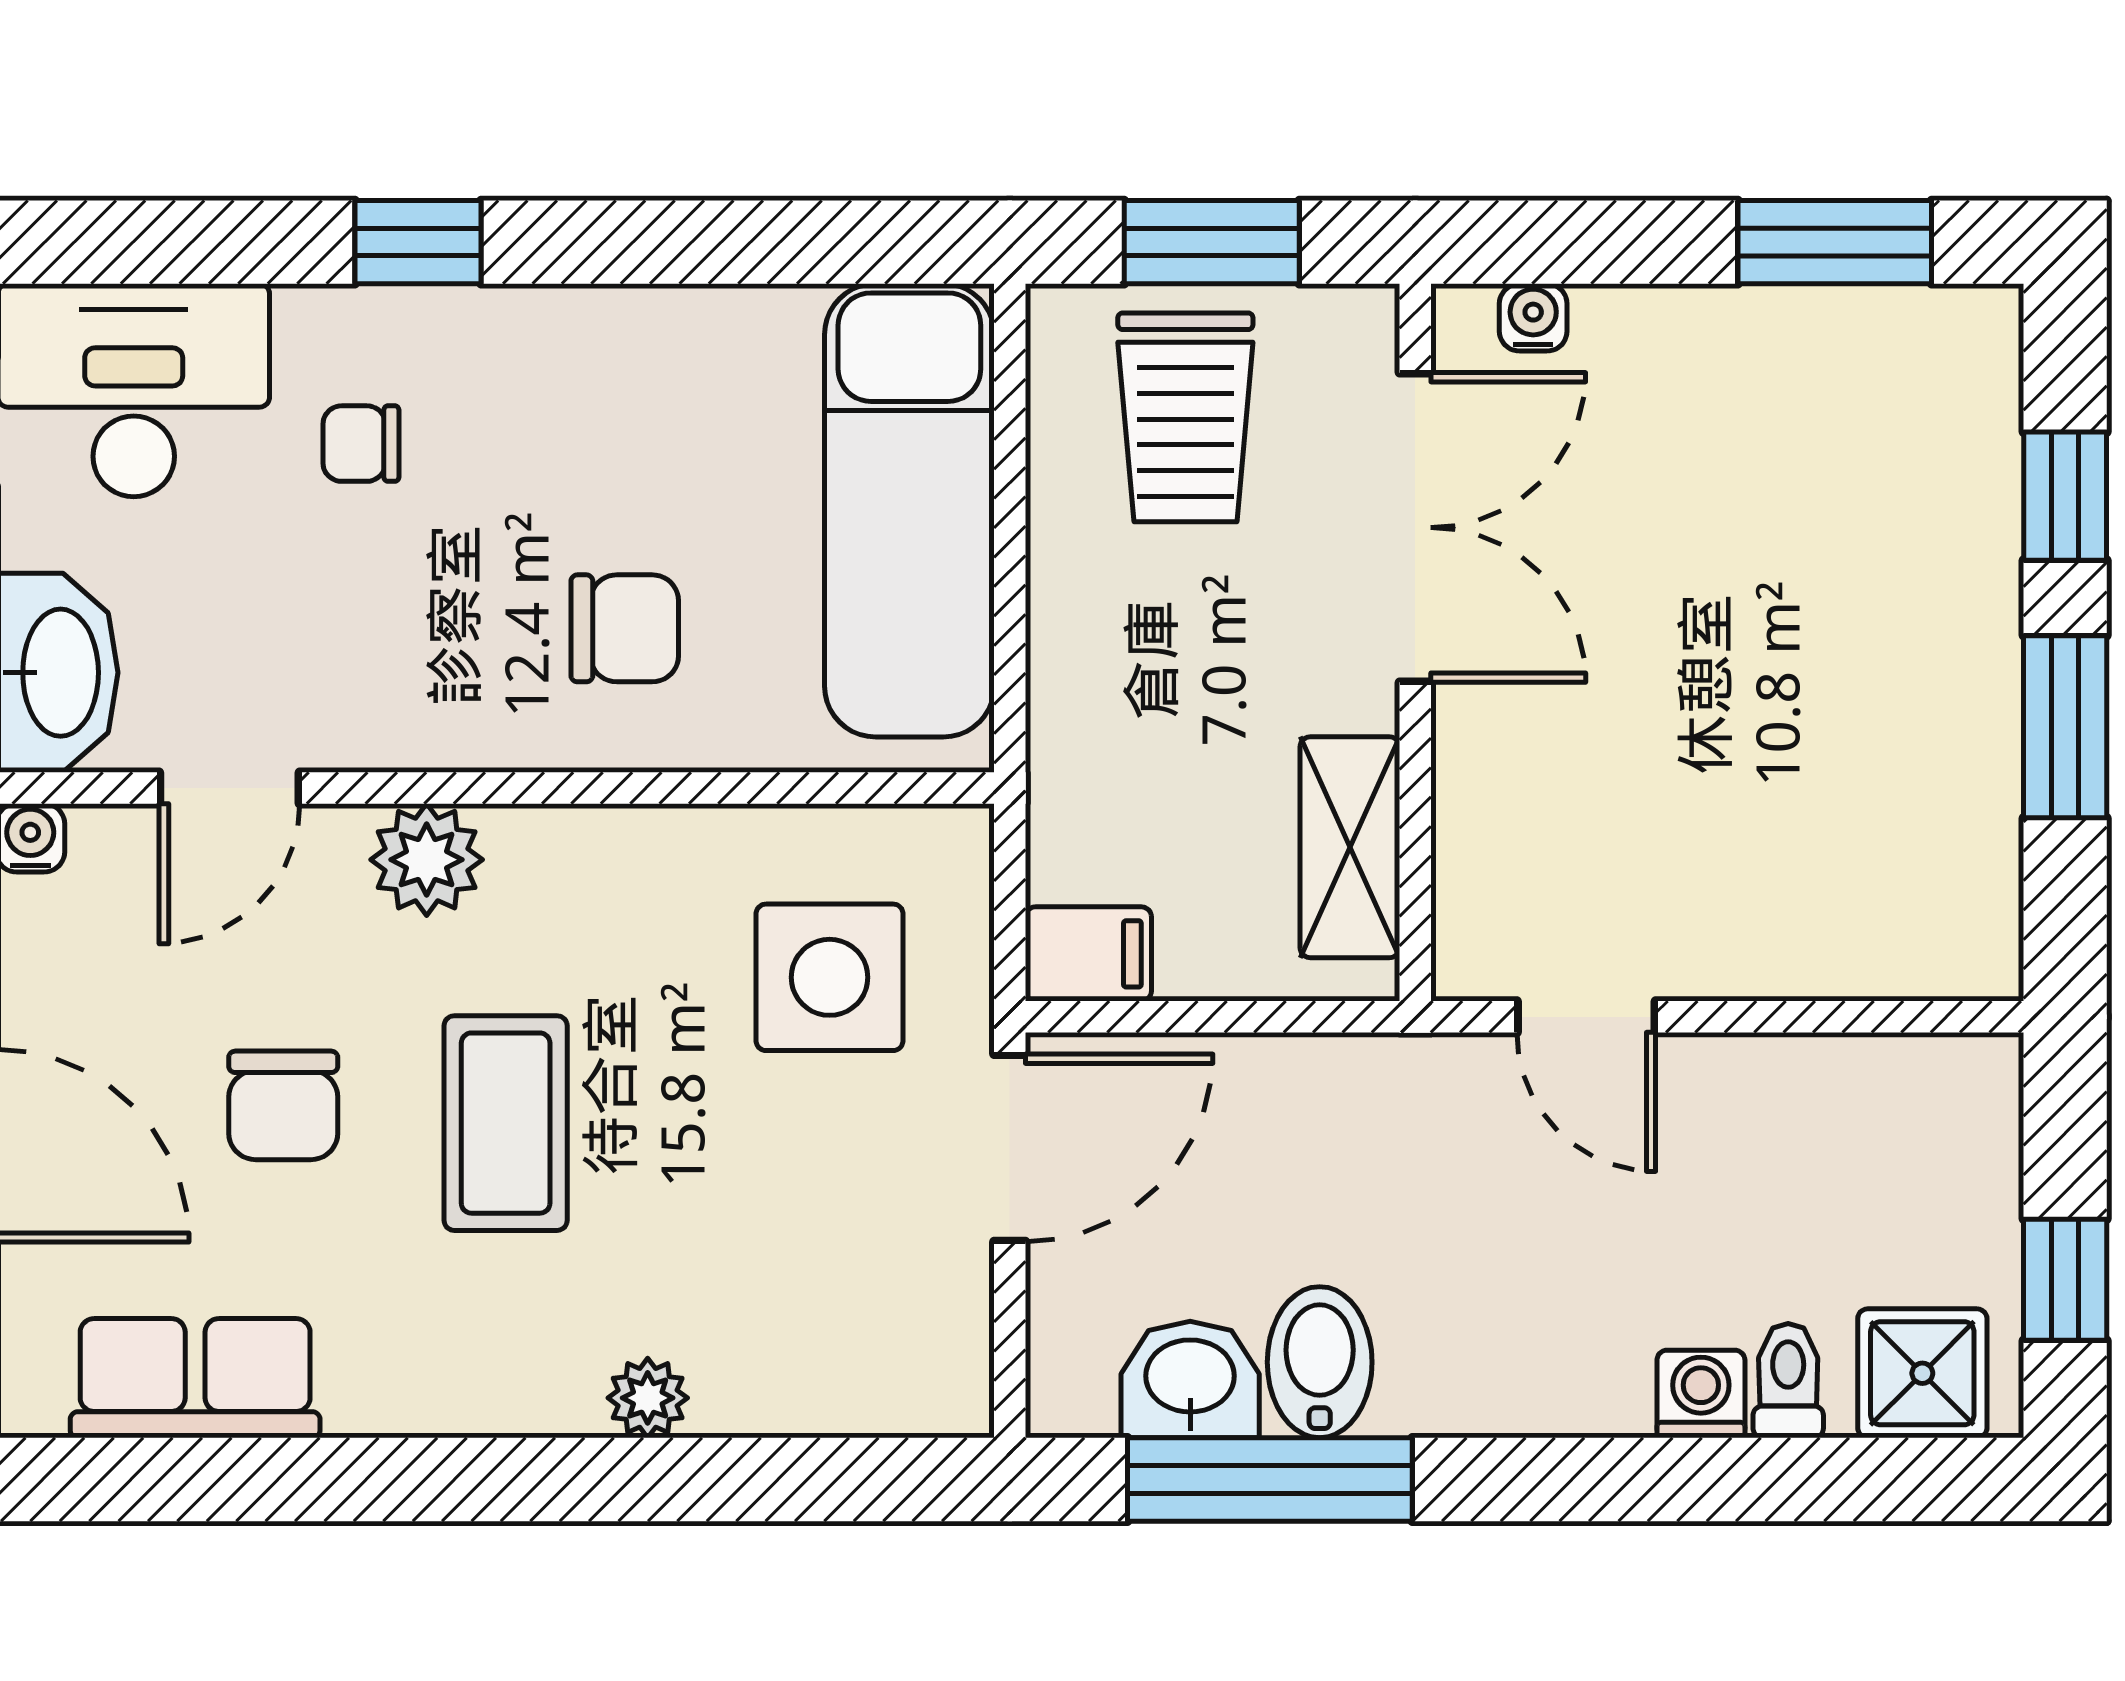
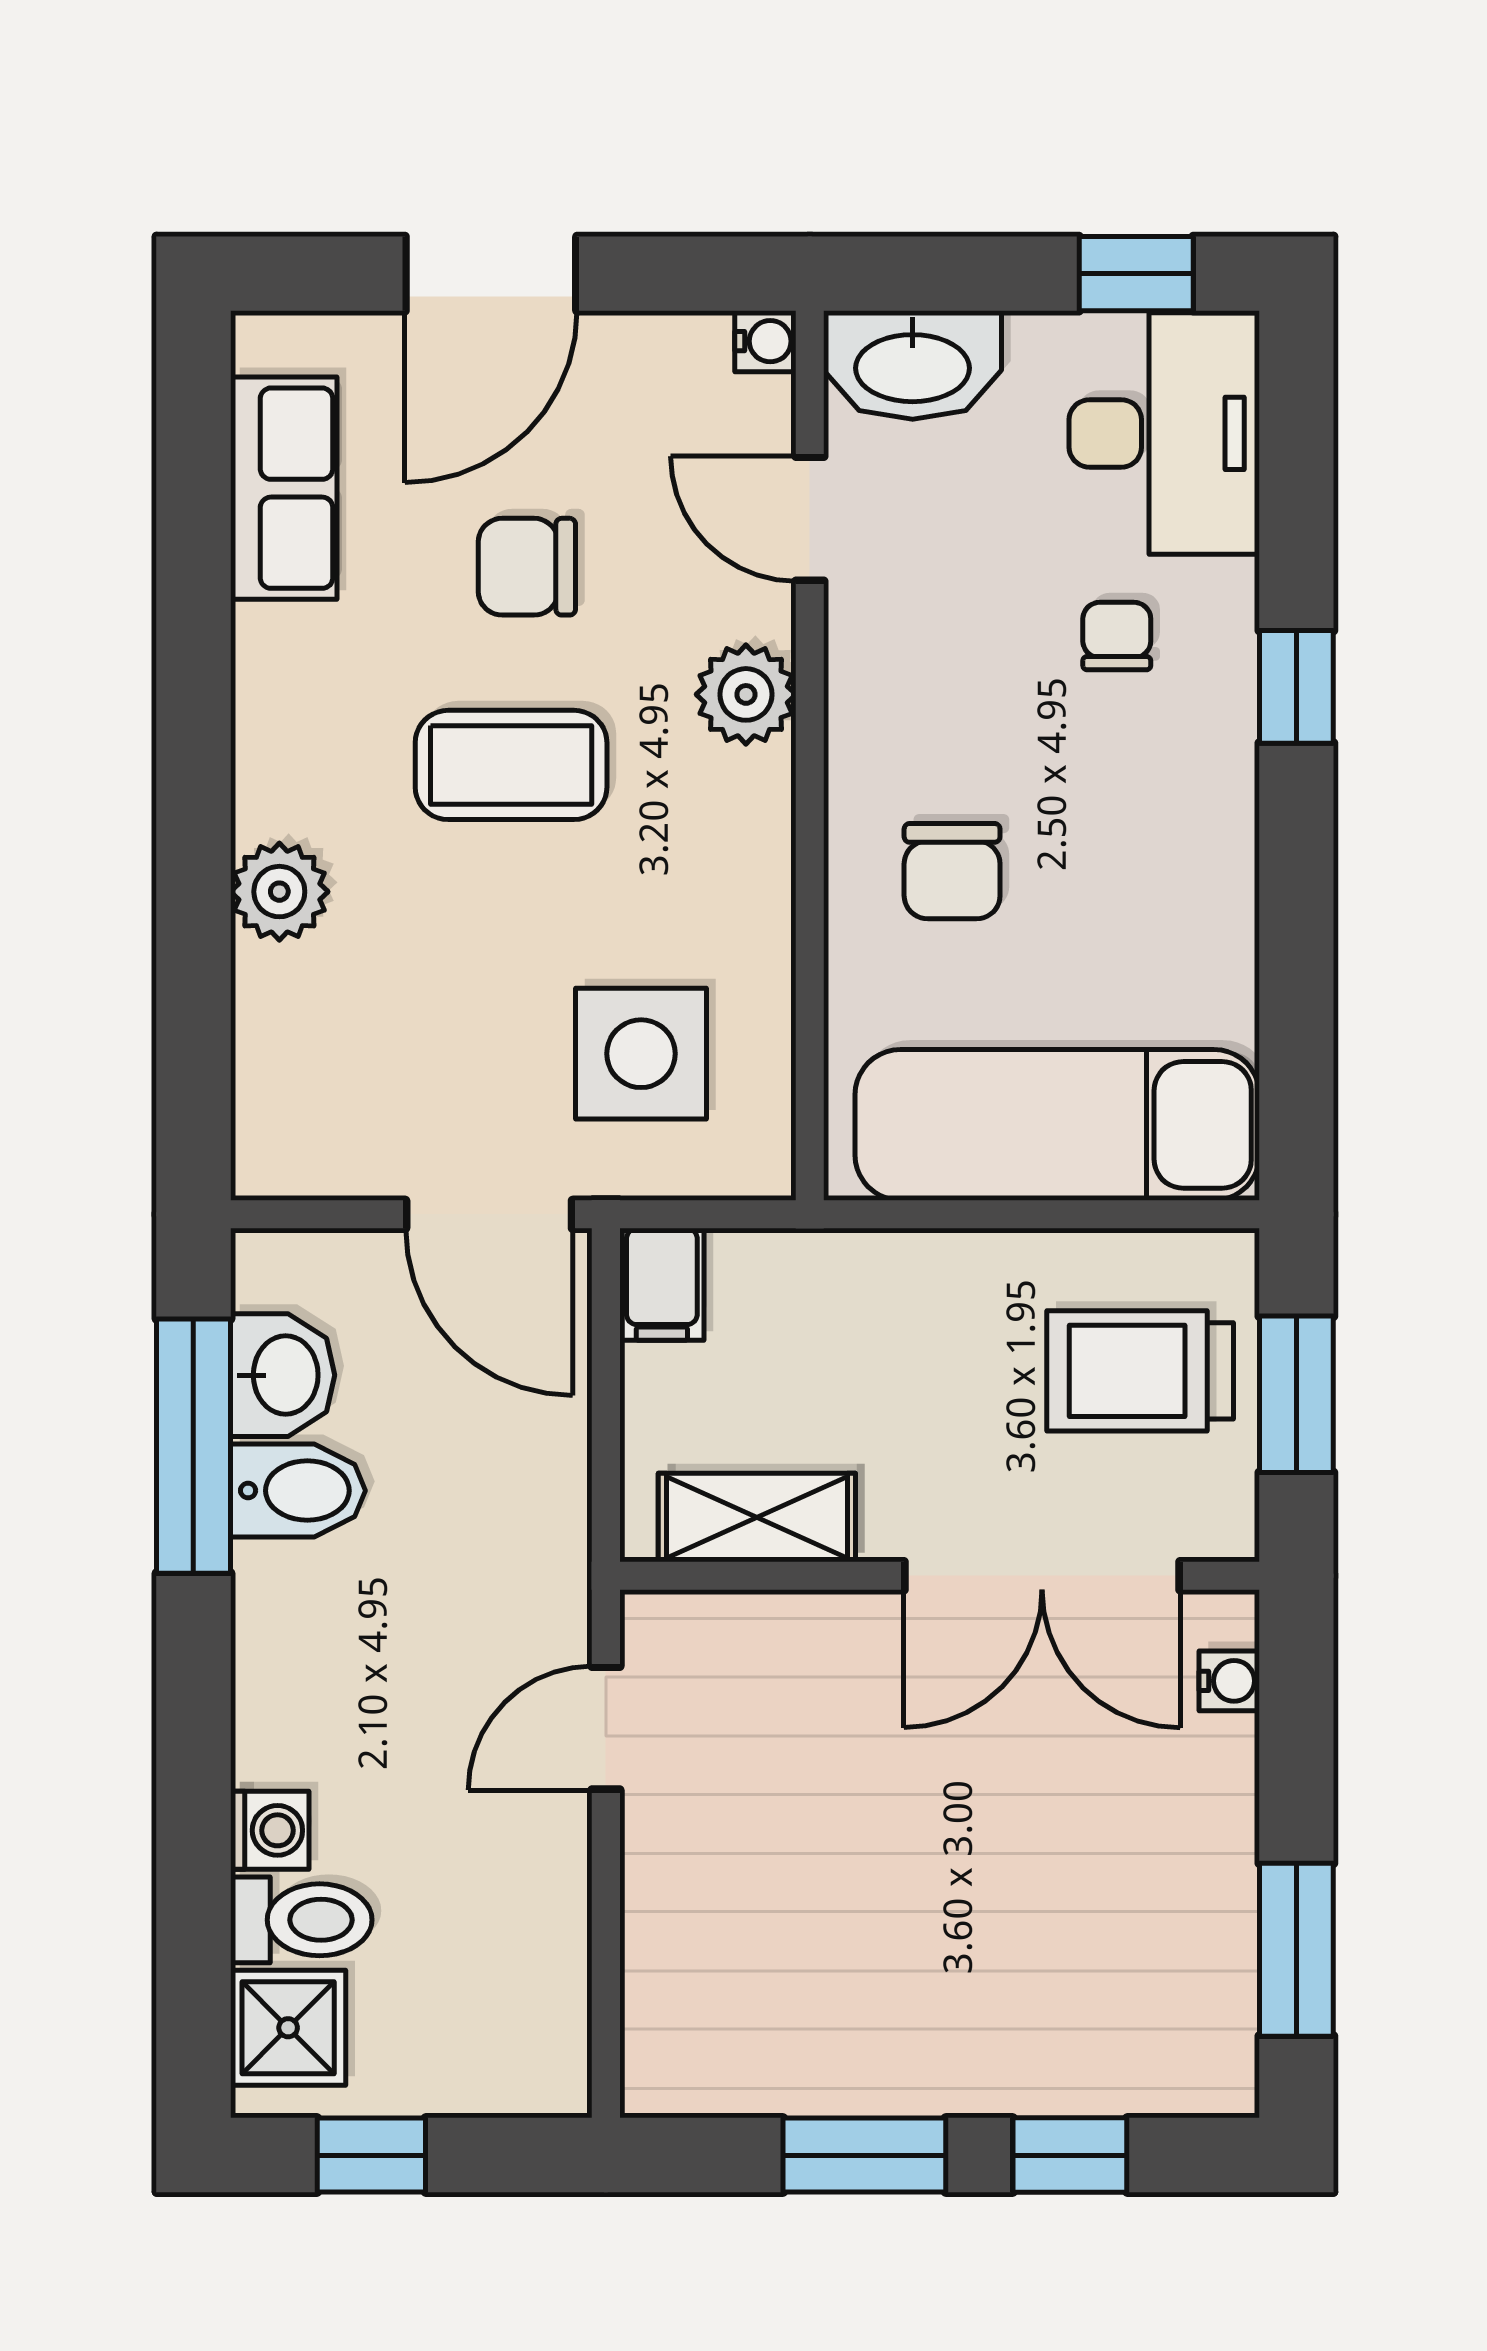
toilet: (1788, 1381) -> (301, 1920), width x1.37, depth x1.39
plant: (648, 1398) -> (279, 892), width x1.38, depth x1.38

